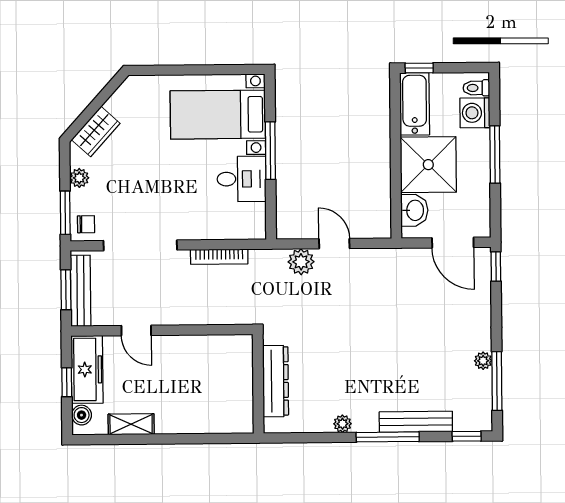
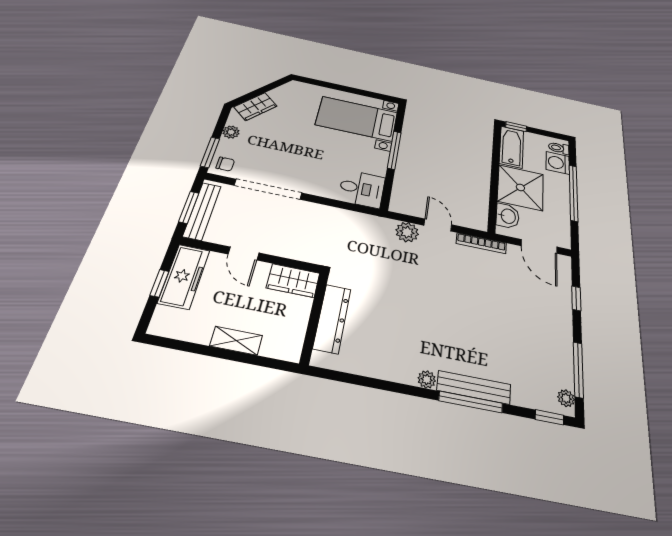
window: (495, 154) -> (573, 193), width x1.46
desk: (241, 179) -> (362, 189), moved
bookcase: (219, 257) -> (481, 243), moved
window: (496, 267) -> (576, 298), moved
wardrobe: (193, 349) -> (293, 281), added
plant: (483, 361) -> (566, 398), moved
dresser: (276, 381) -> (332, 318), moved
wall: (258, 384) -> (314, 317), moved
boiler: (82, 415) -> (163, 317), removed
bench: (416, 422) -> (474, 387), moved
shelving: (131, 424) -> (236, 341), moved

